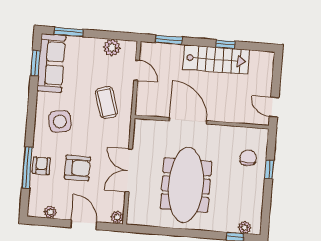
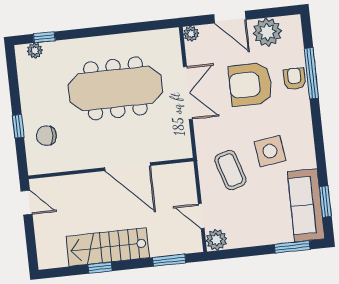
plant: (112, 48) -> (216, 240), moved
side table: (60, 121) -> (270, 151), moved
chair: (248, 158) -> (46, 136), turned 95
armchair: (41, 166) -> (294, 79), turned 180
armchair: (78, 168) -> (250, 84), width x1.36, depth x1.36
meeting table: (186, 185) -> (115, 88), turned 90
plant: (50, 212) -> (267, 32), width x1.88, depth x1.88

